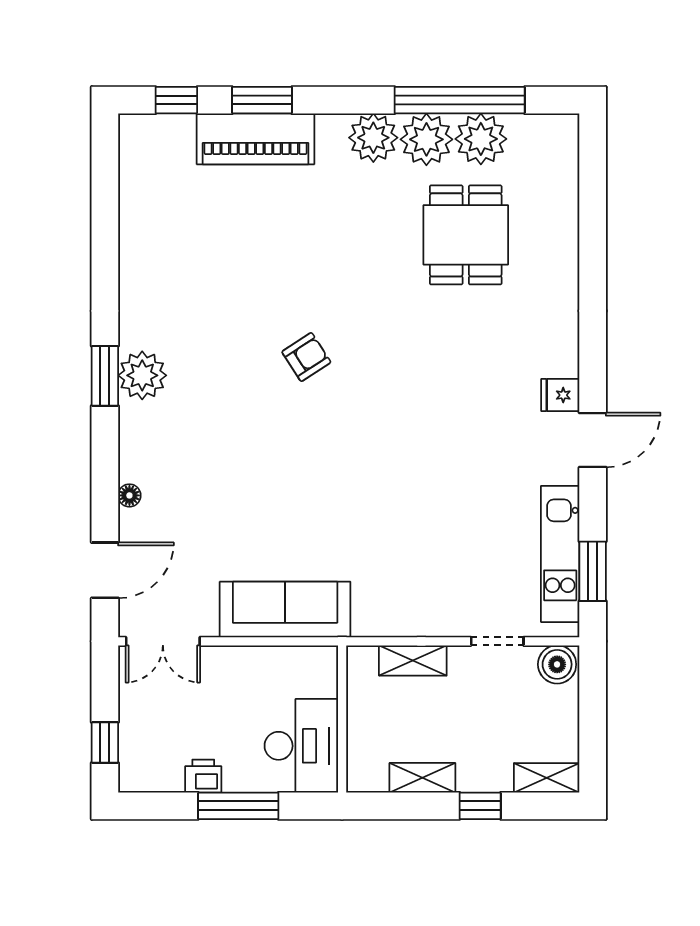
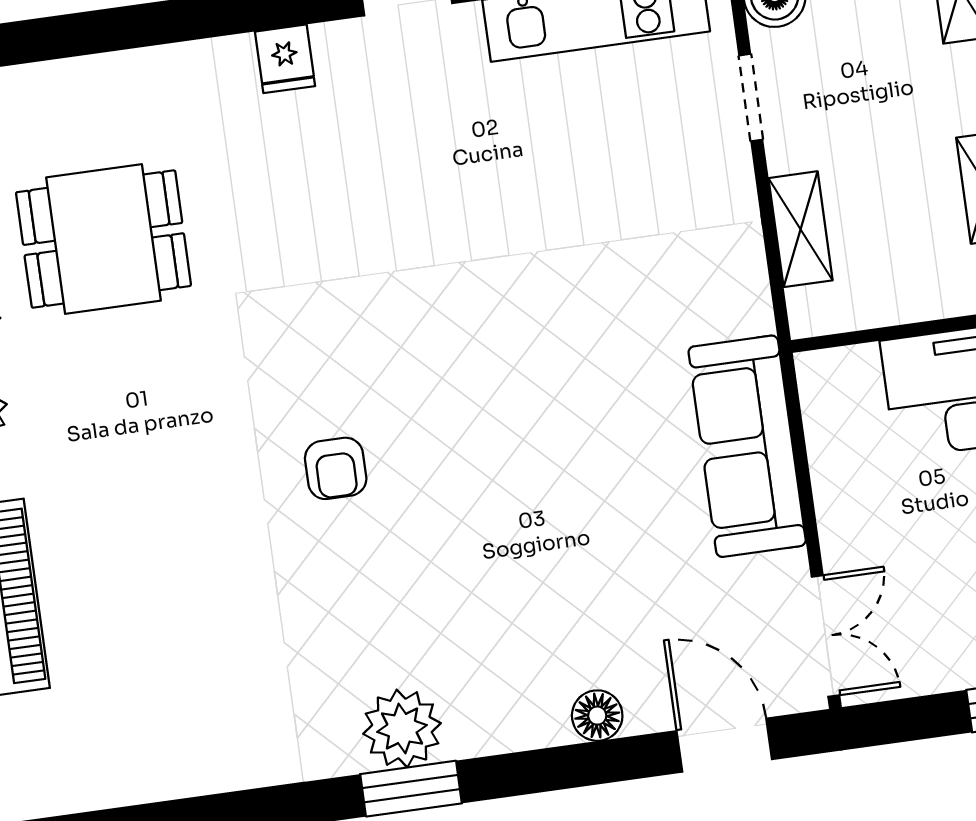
armchair: (306, 357) -> (336, 468), turned -147
fridge: (560, 395) -> (285, 59), moved
floor lamp: (129, 495) -> (597, 716), width x1.37, depth x1.37

